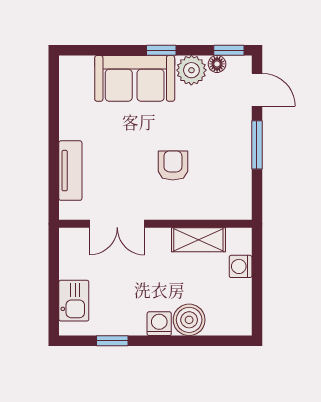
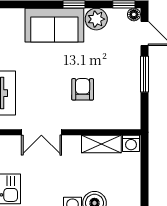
floor lamp: (217, 64) -> (134, 14), moved
washing machine: (241, 266) -> (131, 143), moved, turned -90

